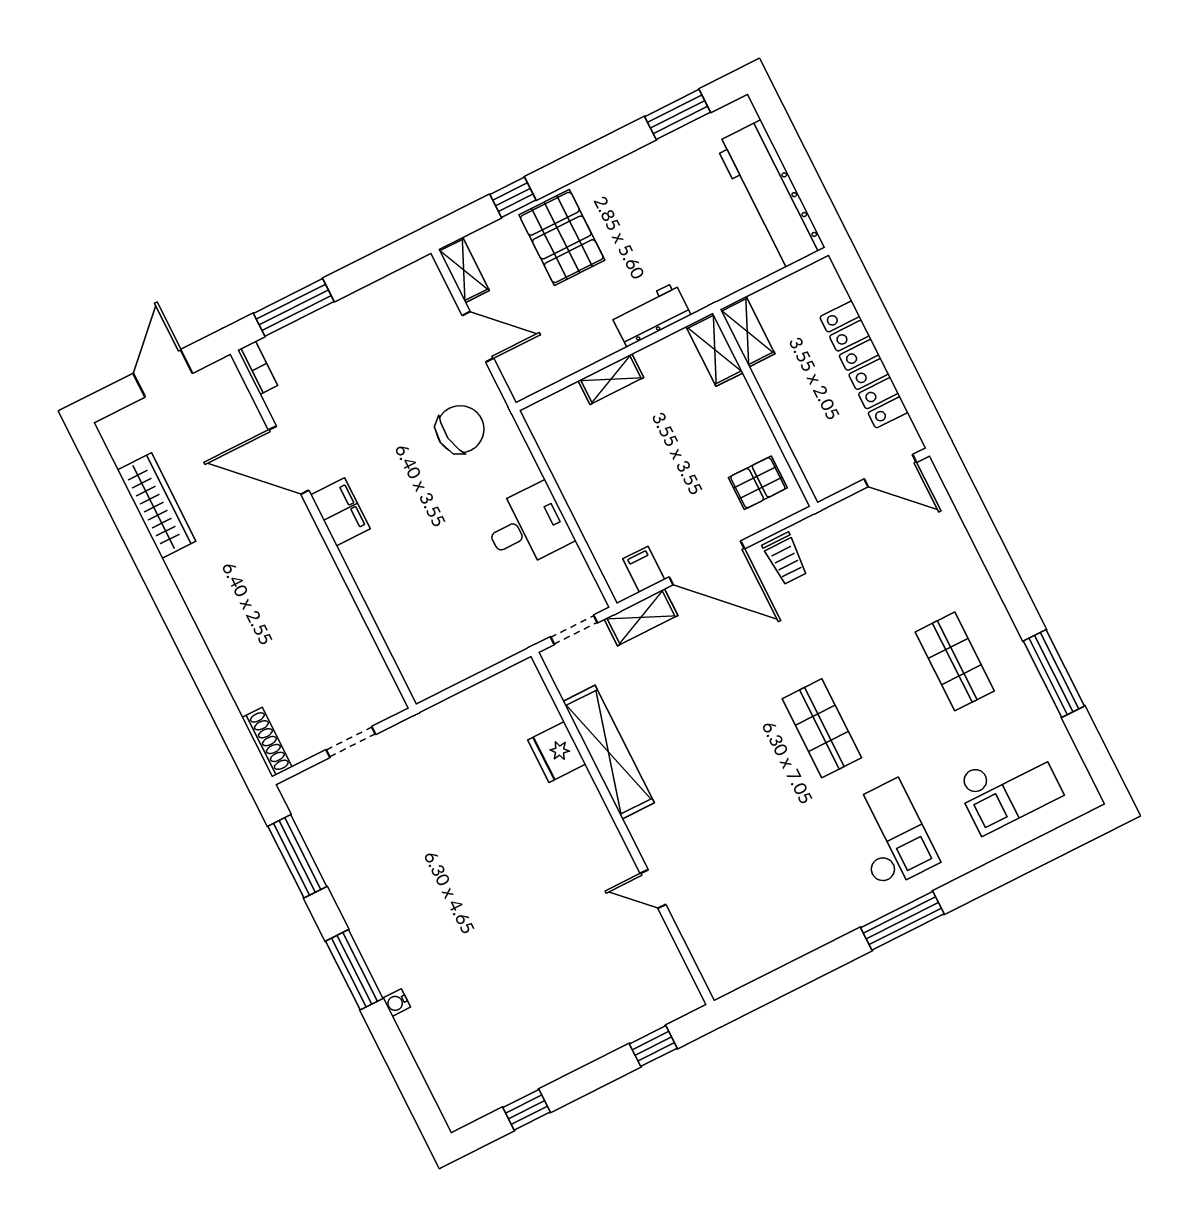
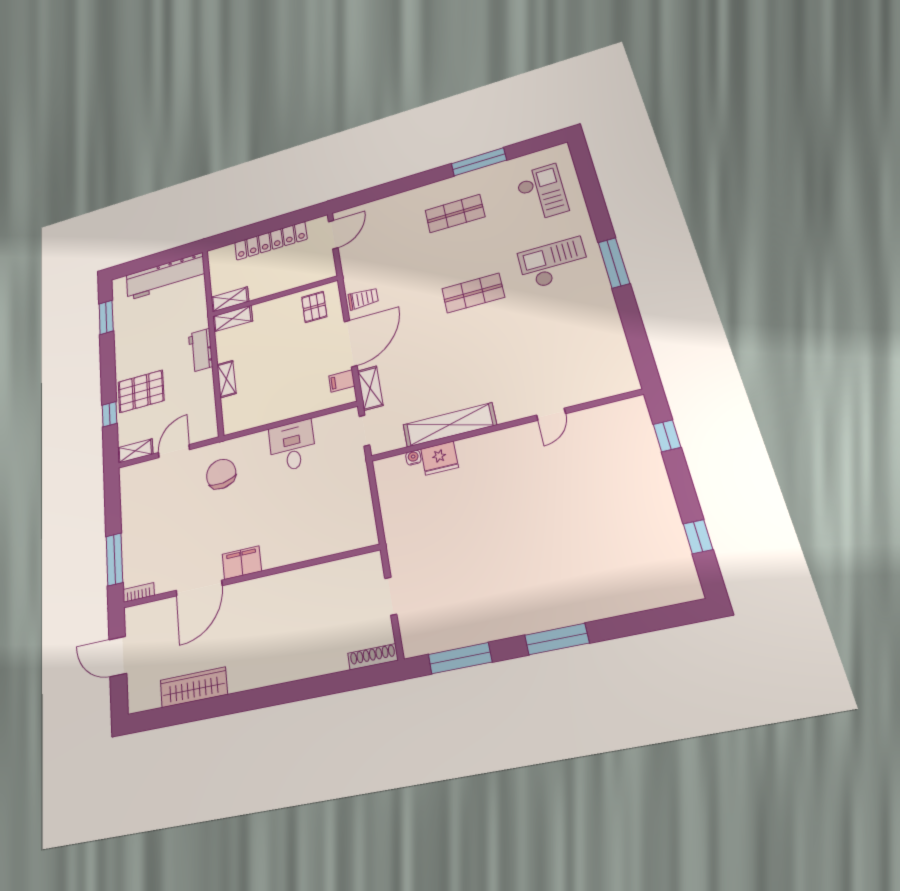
water cooler: (397, 1003) -> (413, 458), moved, turned 180

